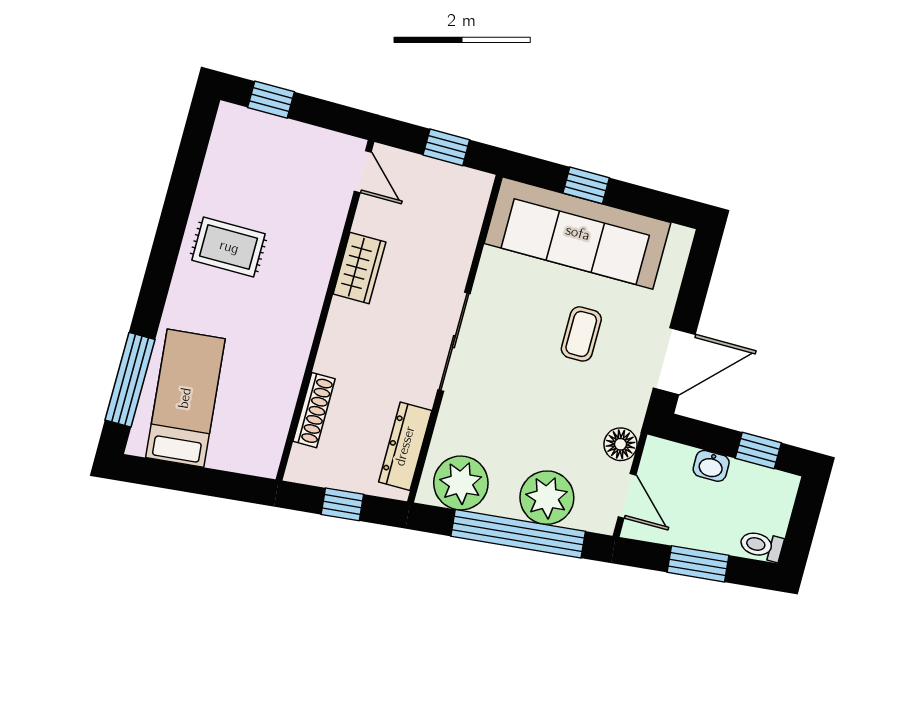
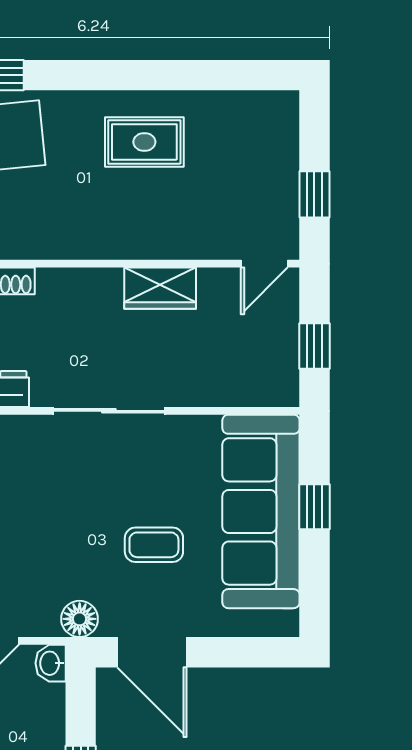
window: (271, 100) -> (314, 194), moved
rug: (229, 247) -> (144, 142), turned 90
floor lamp: (621, 444) -> (80, 619), moved
washbasin: (711, 466) -> (51, 663), moved

